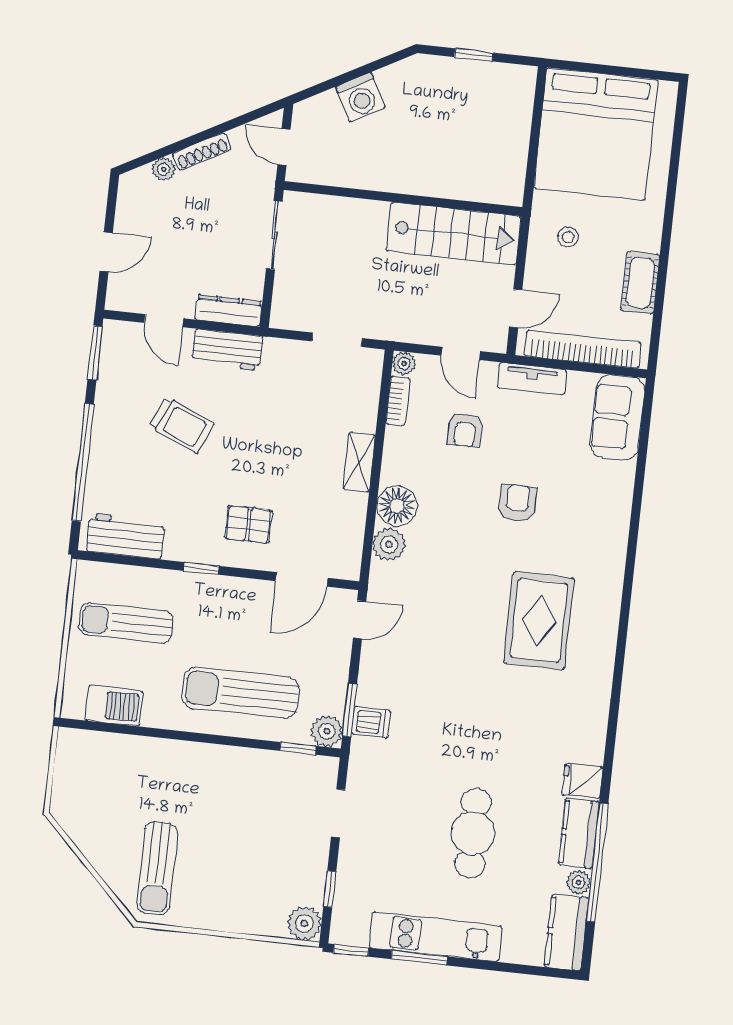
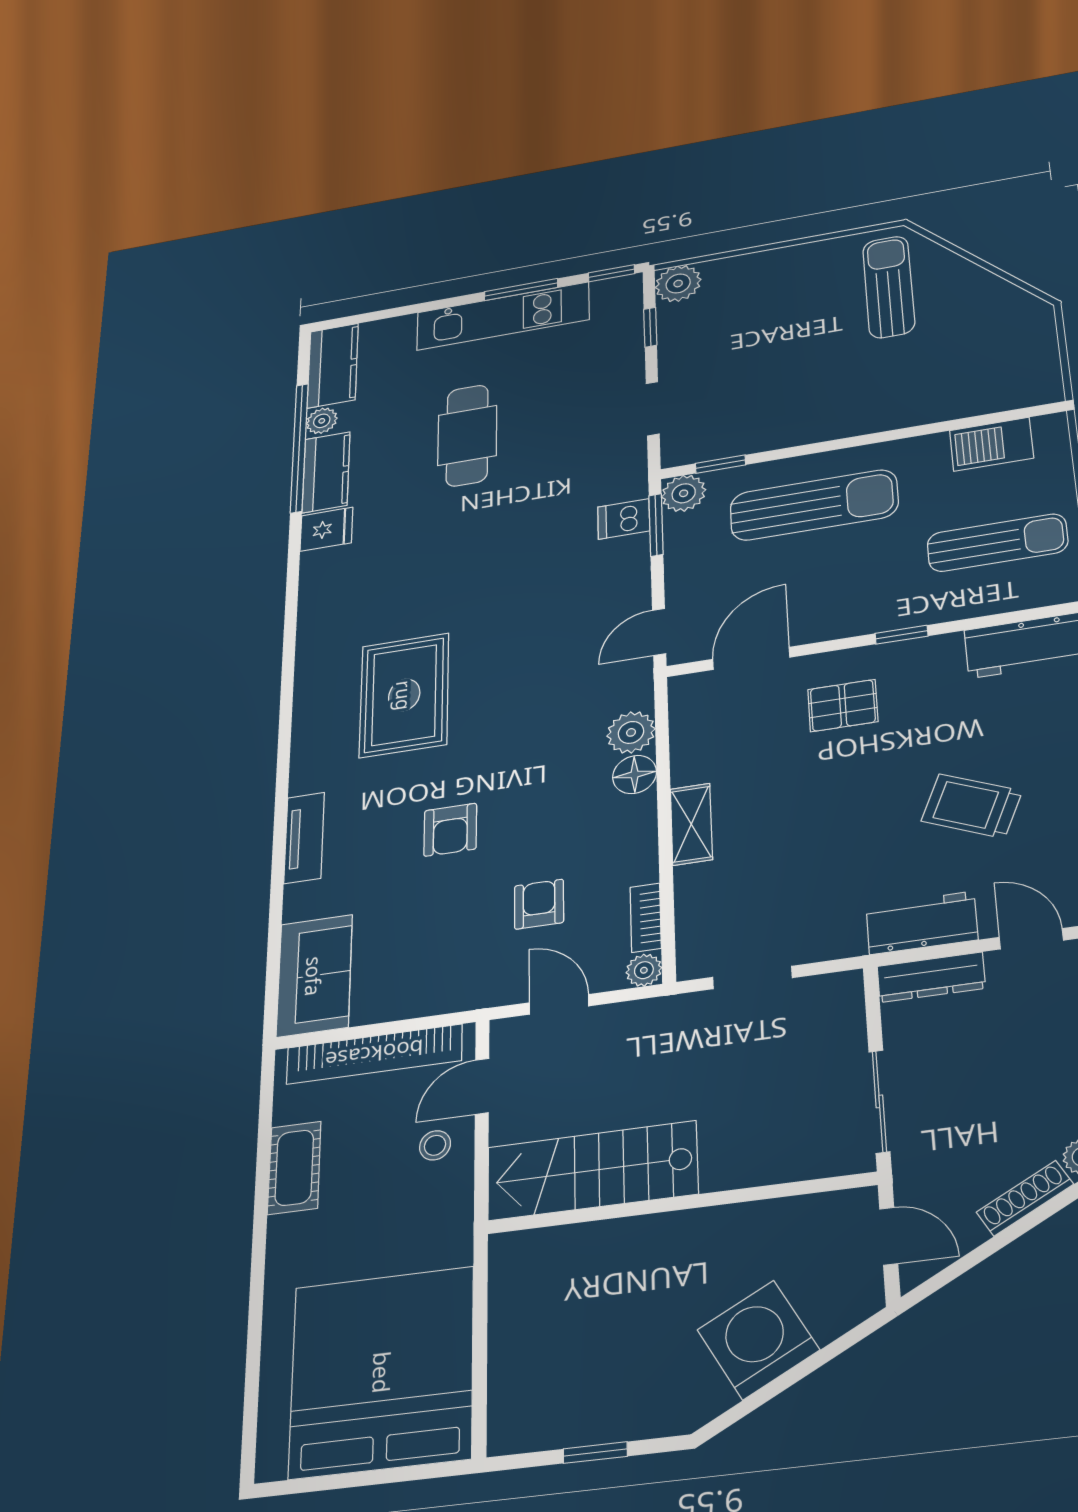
washing machine: (360, 97) -> (758, 1340), width x1.37, depth x1.37
stool: (568, 237) -> (435, 1145), moved
tv unit: (532, 379) -> (304, 838), moved, turned 90
floor lamp: (397, 506) -> (635, 774), width x0.73, depth x0.73

